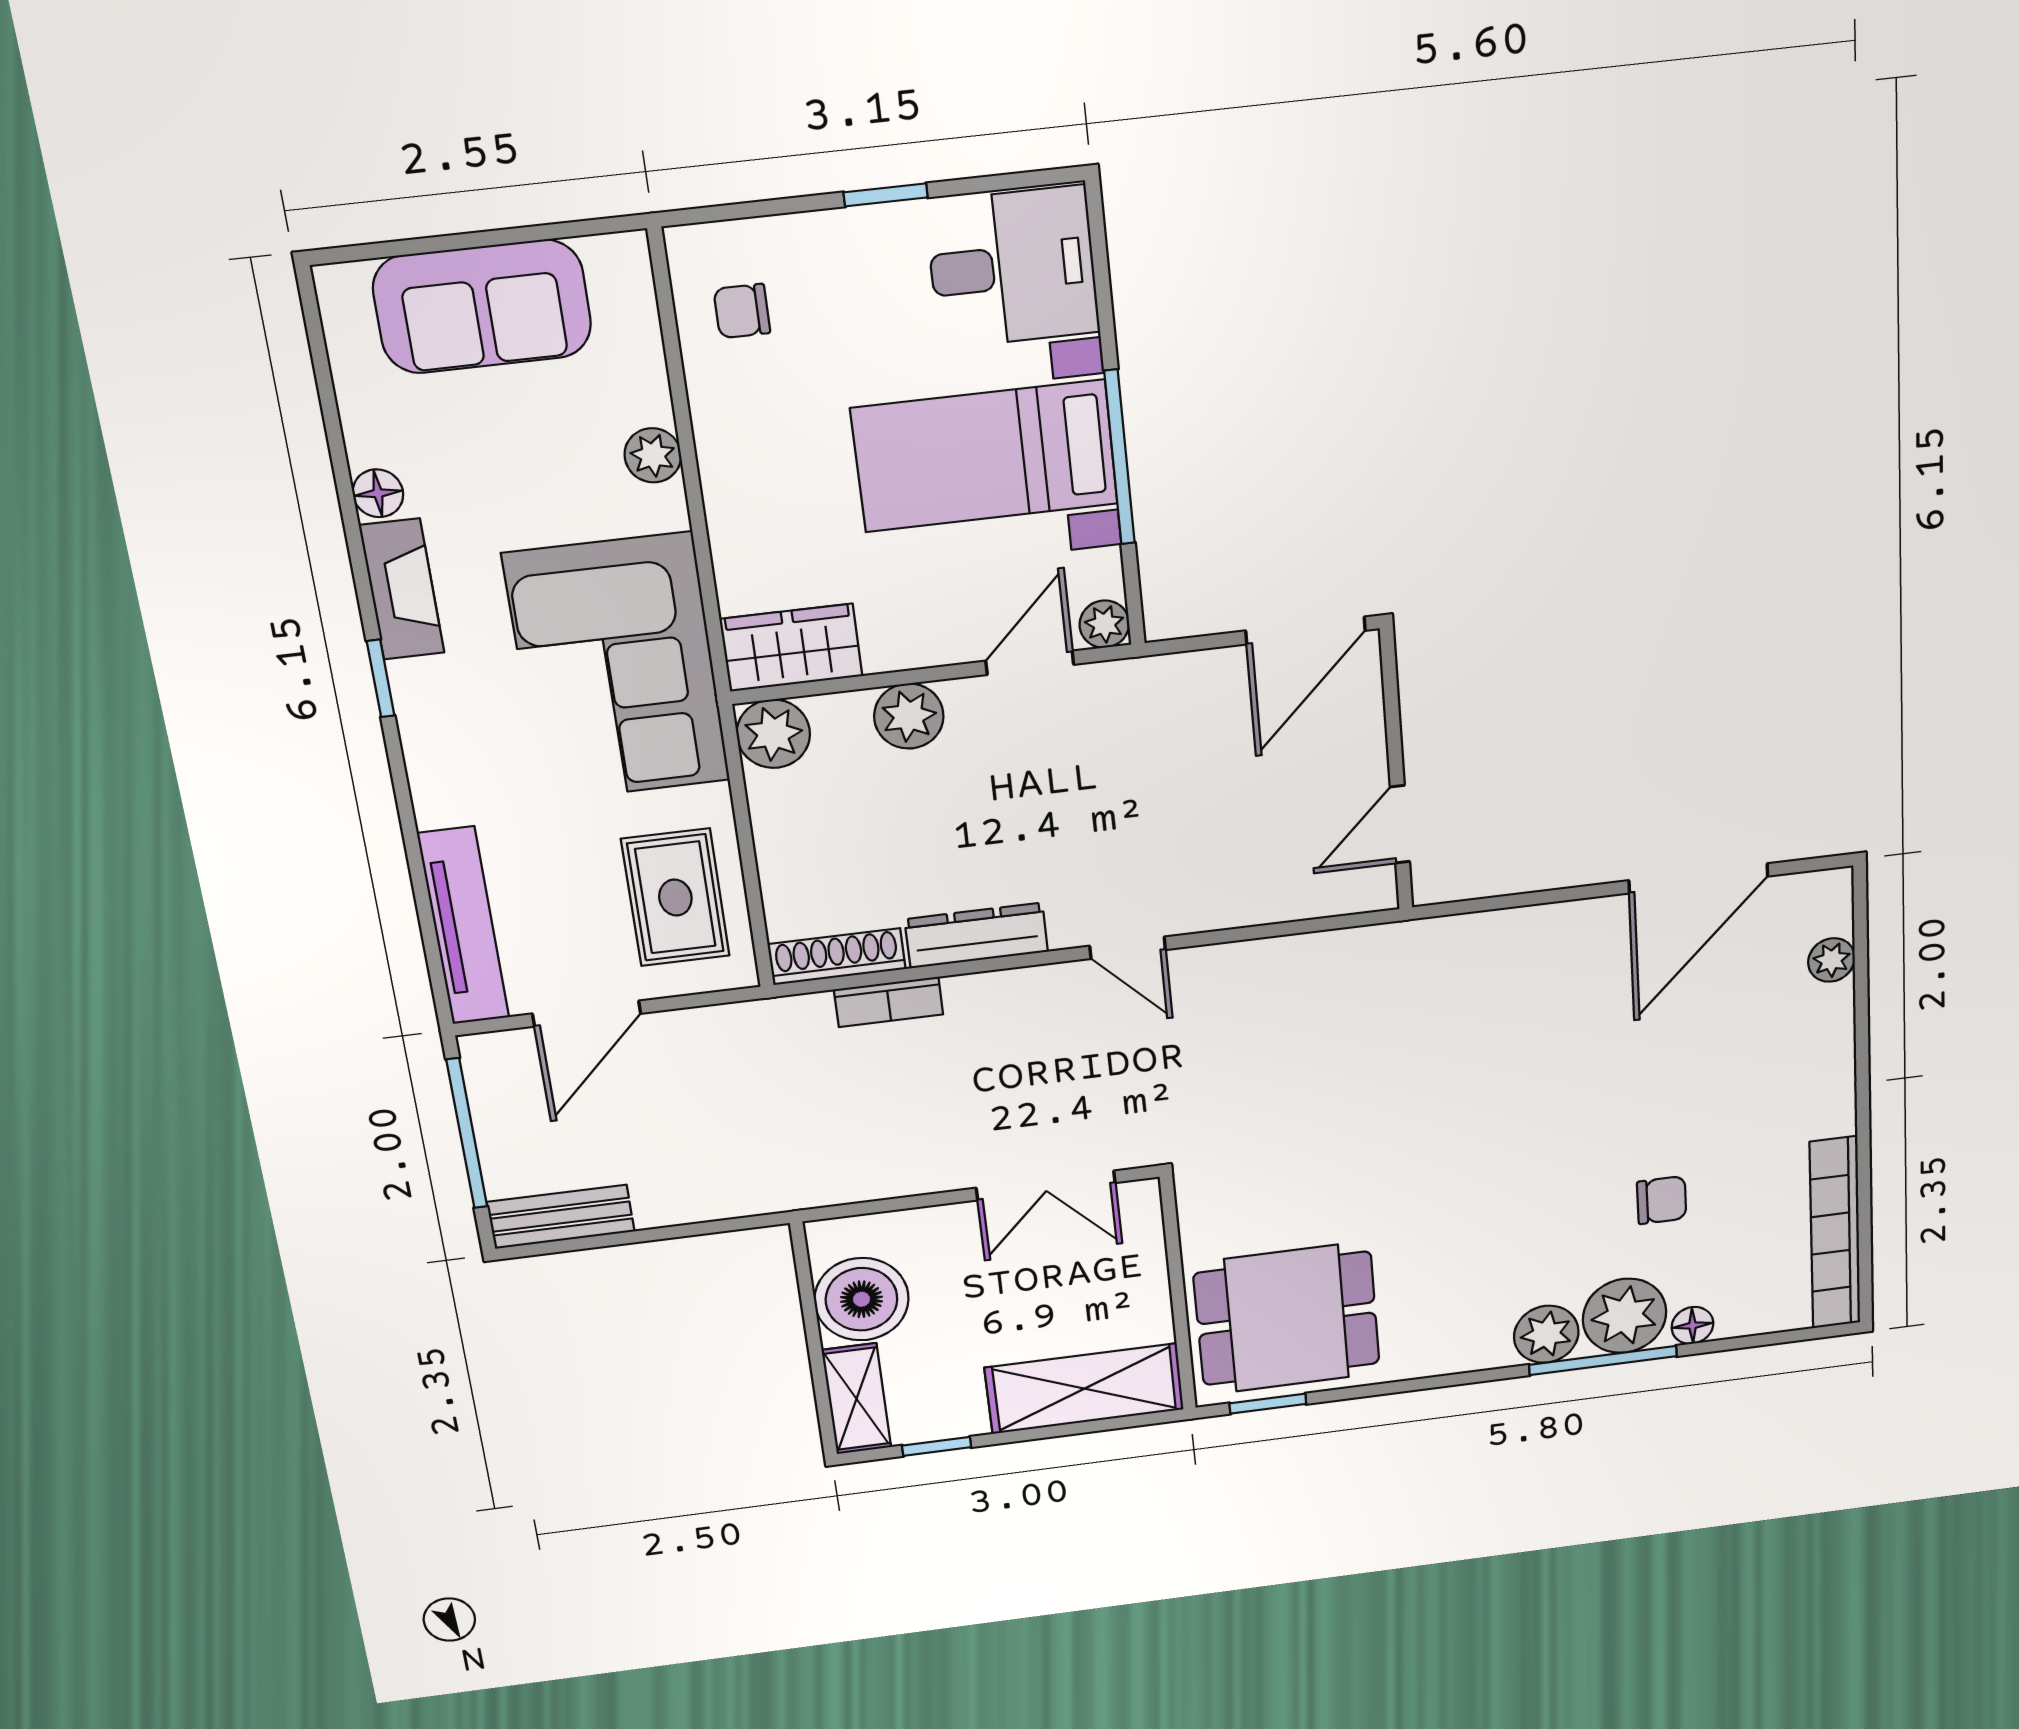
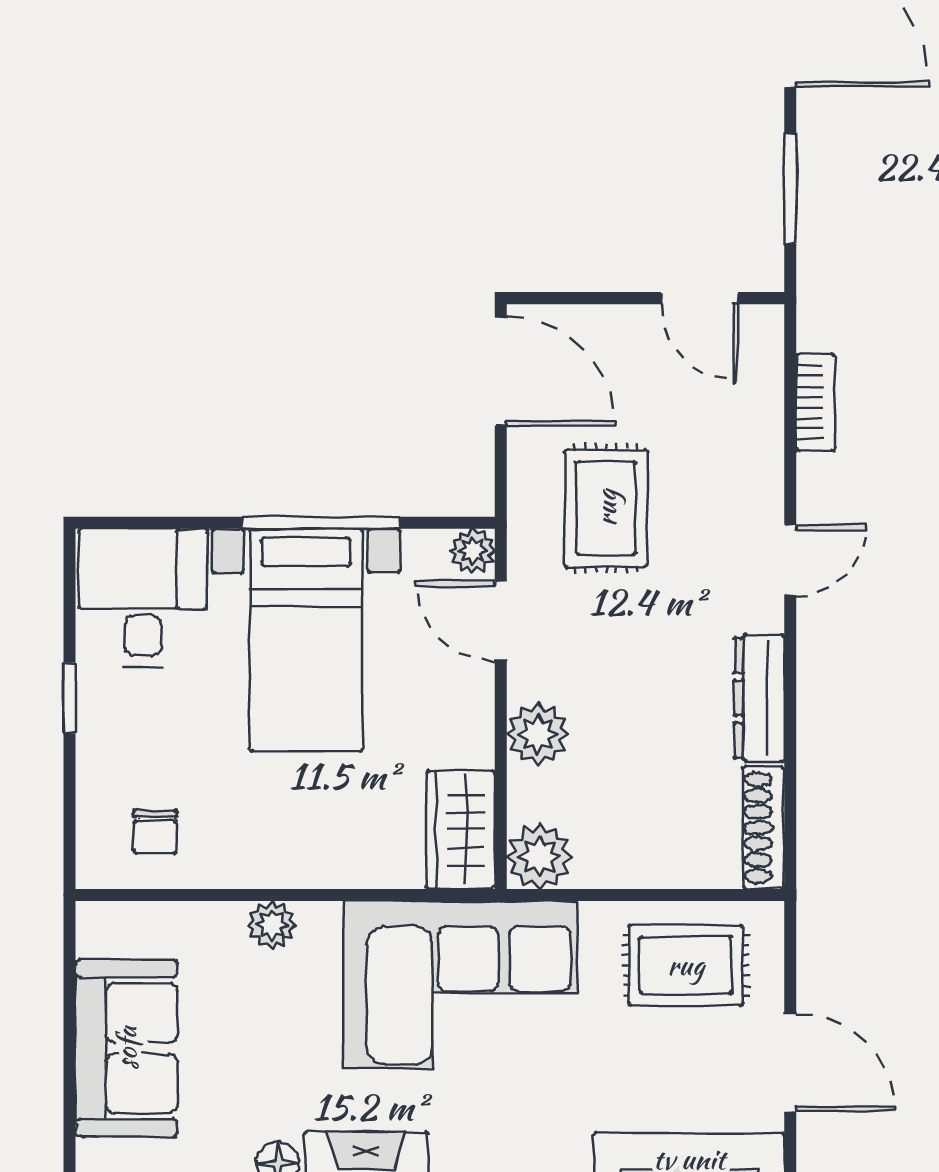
rug: (1165, 757) -> (606, 508), added
window: (1522, 900) -> (790, 188), added
bookcase: (889, 1002) -> (816, 402), moved

